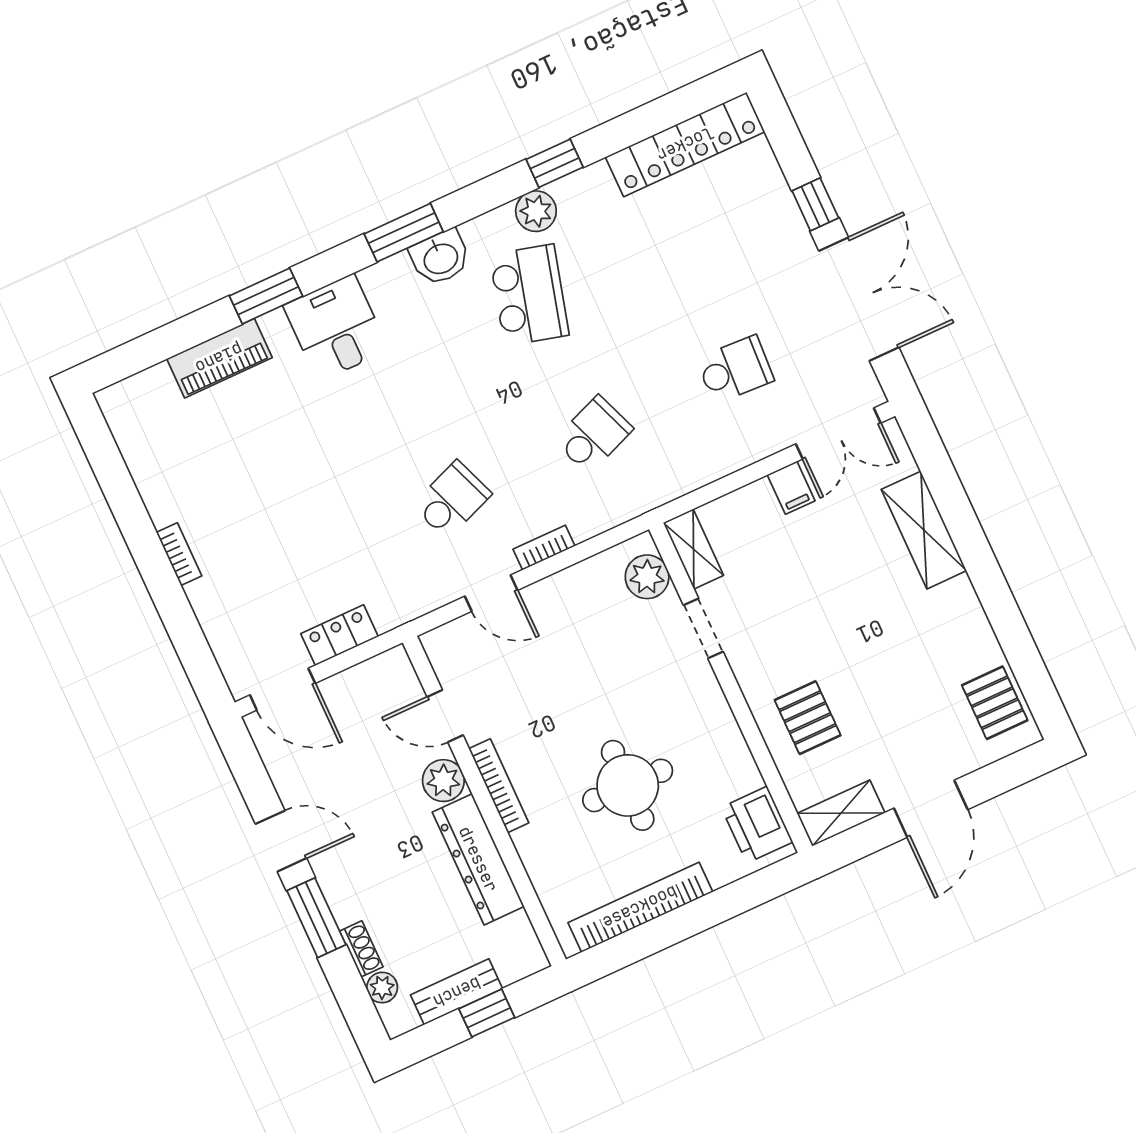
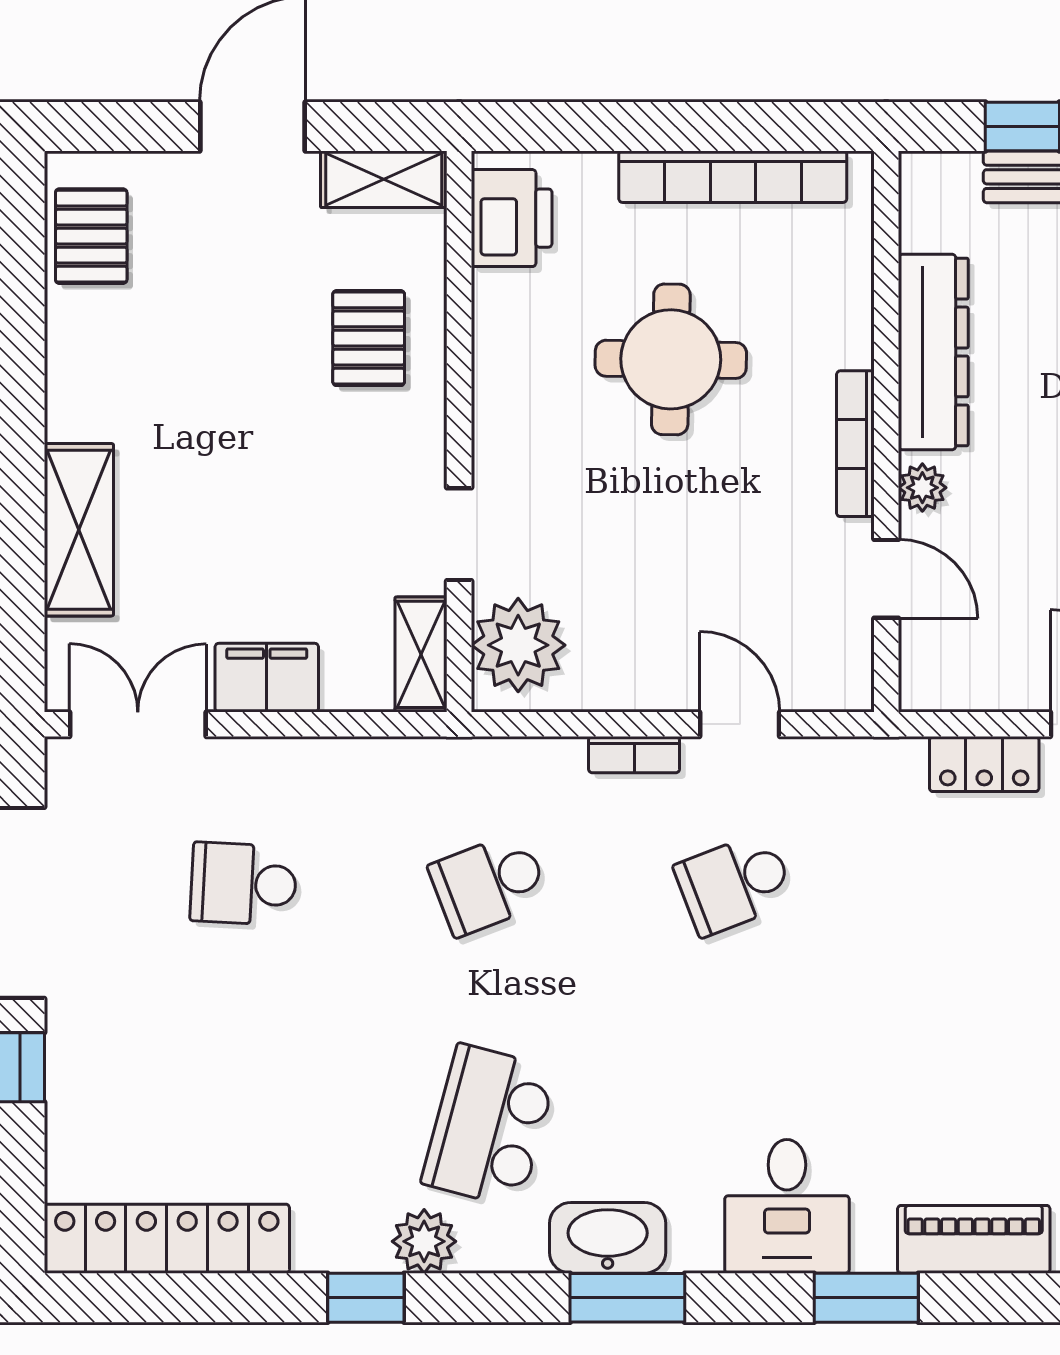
washbasin: (440, 258) -> (608, 1238), width x1.38
filing cabinet: (791, 488) -> (267, 678), width x2.00
plant: (647, 577) -> (518, 645), width x1.36, depth x1.36
plant: (443, 781) -> (922, 488), width x0.73, depth x0.73

